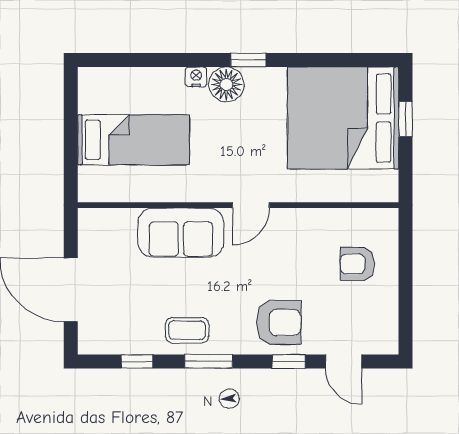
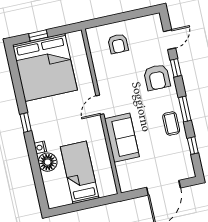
floor lamp: (226, 84) -> (48, 162), moved
door: (251, 205) -> (100, 105), swing flipped
armchair: (279, 322) -> (157, 77), turned 180

